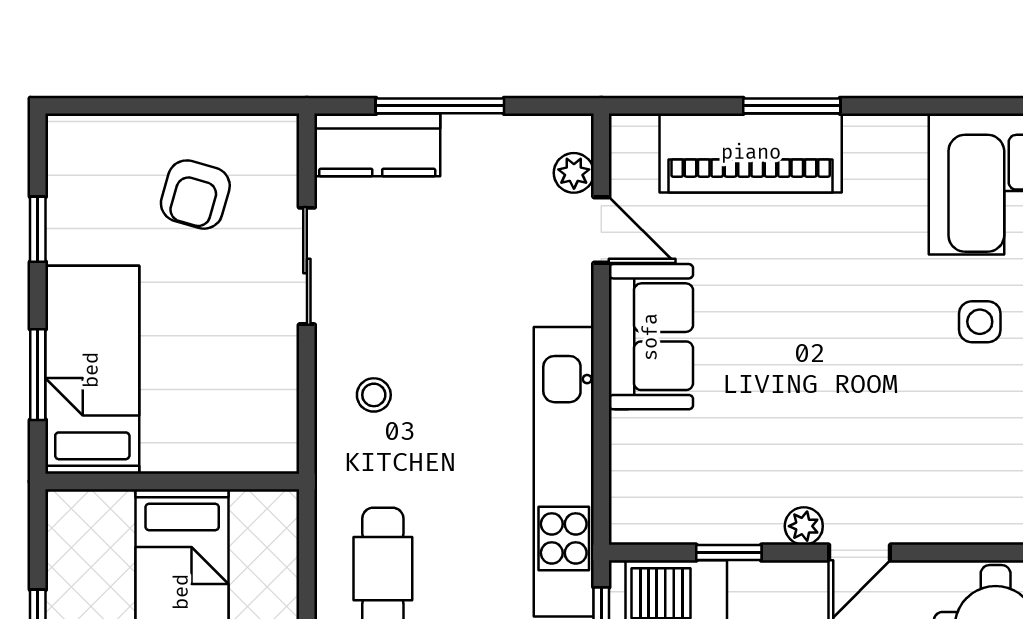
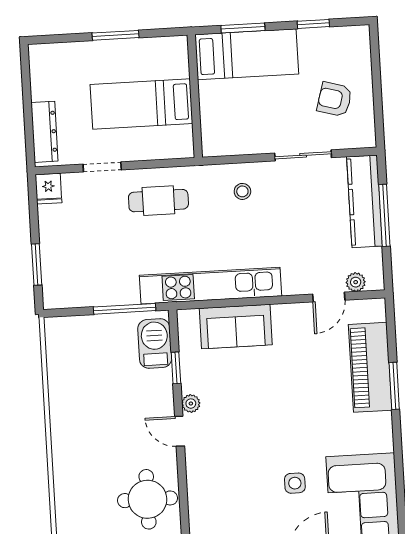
kitchen counter: (377, 145) -> (365, 201), width x1.50
sofa: (651, 337) -> (236, 327), moved

